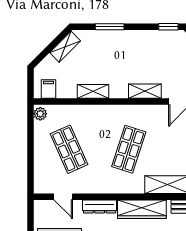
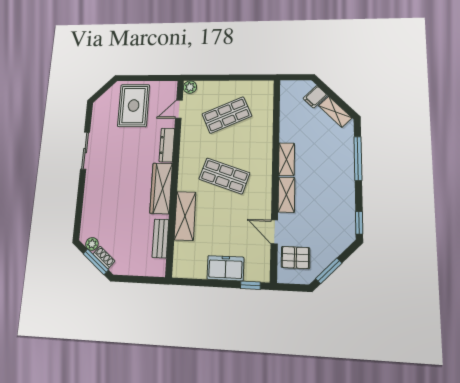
window: (110, 27) -> (358, 158), width x1.44
filing cabinet: (49, 89) -> (315, 97), moved, turned 135
shelving: (93, 91) -> (287, 159), moved
plant: (40, 114) -> (190, 87), moved

